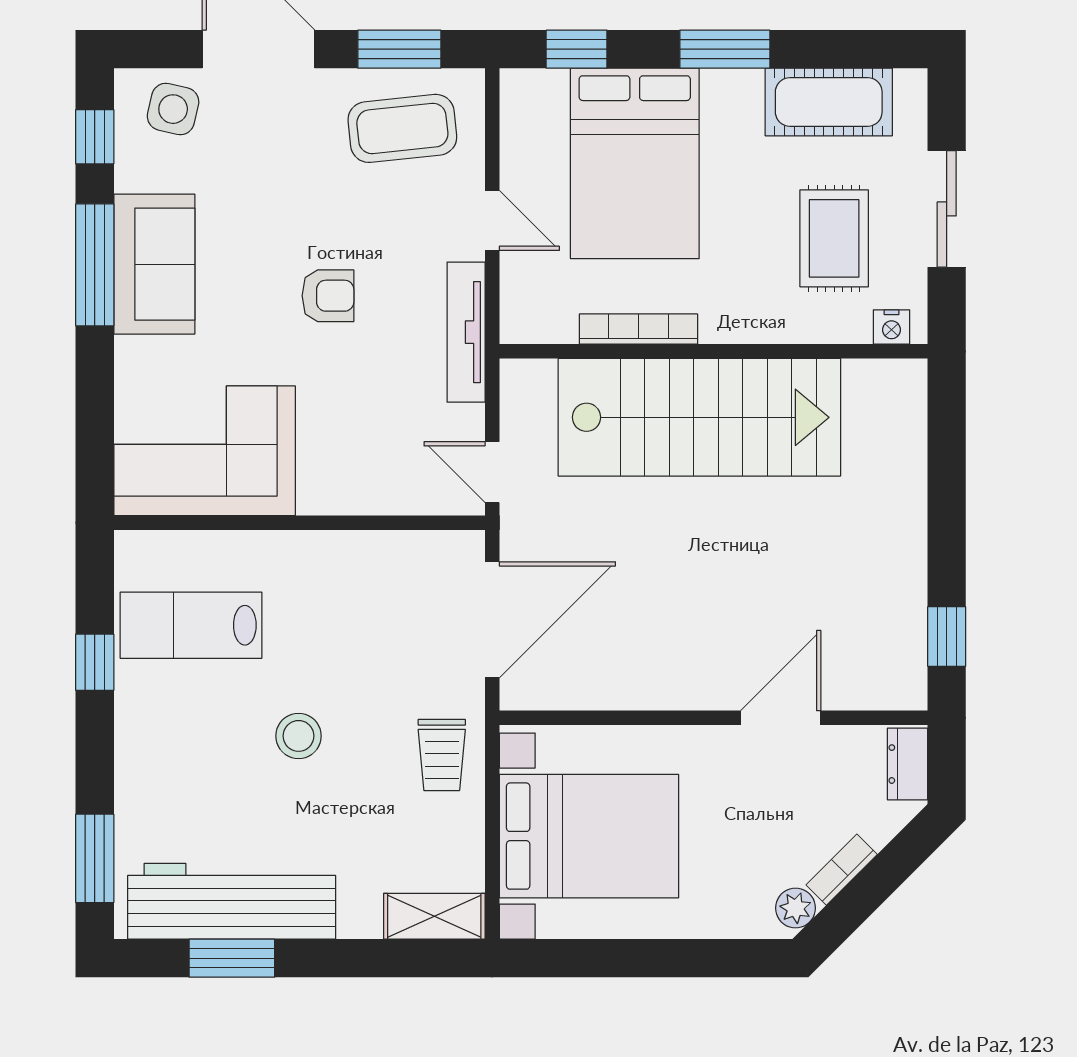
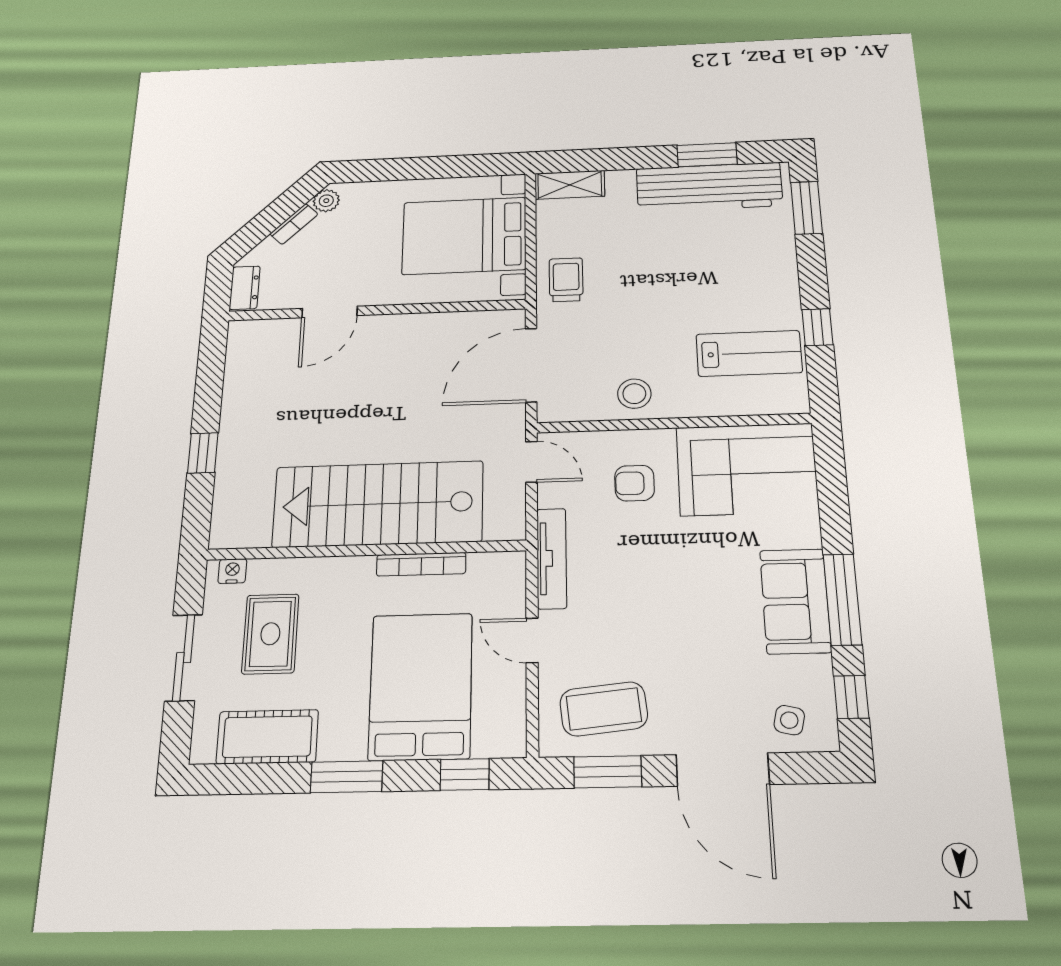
side table: (173, 109) -> (789, 720), width x0.73, depth x0.73
armchair: (328, 296) -> (635, 483), moved
window: (947, 637) -> (203, 453), moved
stool: (299, 736) -> (634, 394), moved

